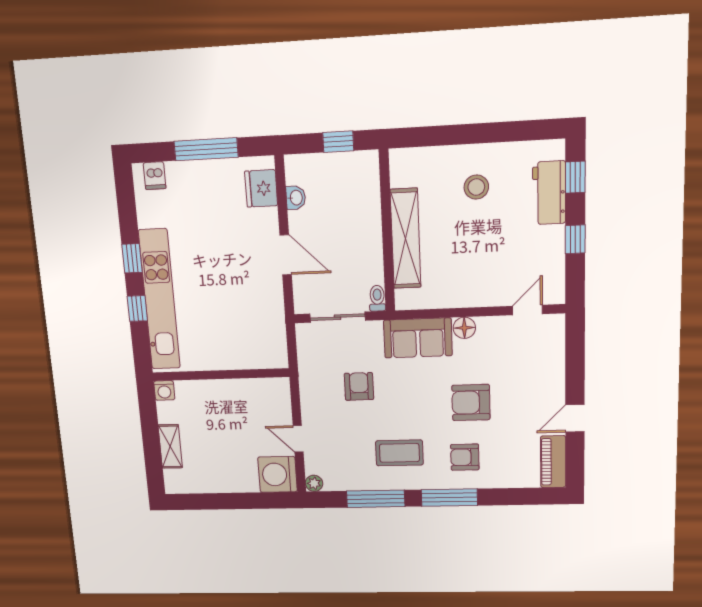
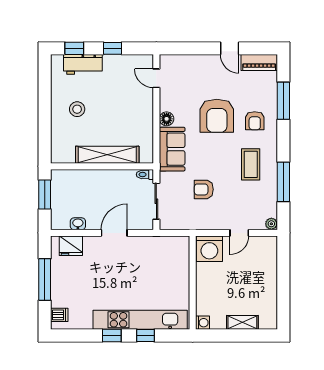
window: (338, 142) -> (45, 195), width x1.50
armchair: (471, 402) -> (217, 116), width x1.36, depth x1.36
washing machine: (278, 474) -> (209, 249), moved
window: (449, 498) -> (283, 101), moved

